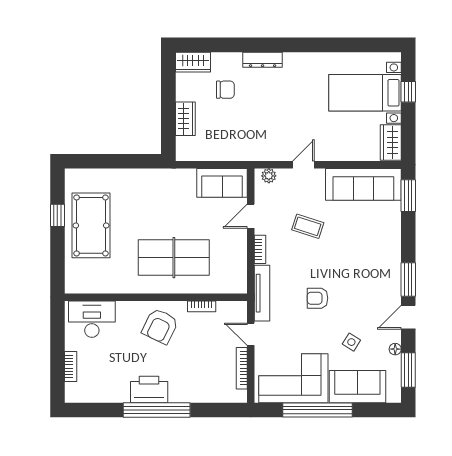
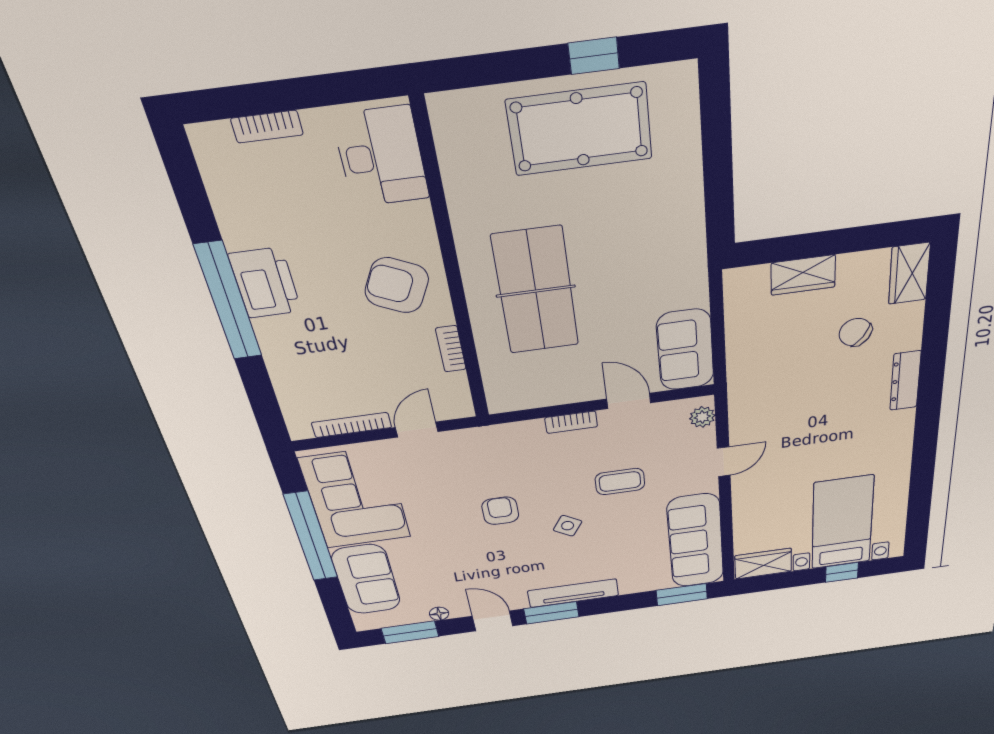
chair: (225, 90) -> (855, 332), turned 127
door: (303, 165) -> (724, 462), hinge flipped
coffee table: (308, 226) -> (620, 482), turned 72
tv unit: (262, 293) -> (573, 593), moved, turned 180
side table: (351, 342) -> (568, 526), moved

